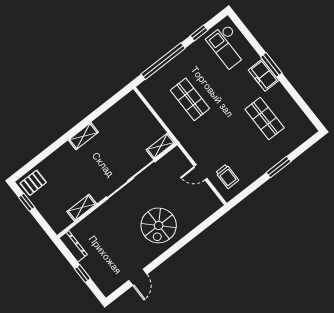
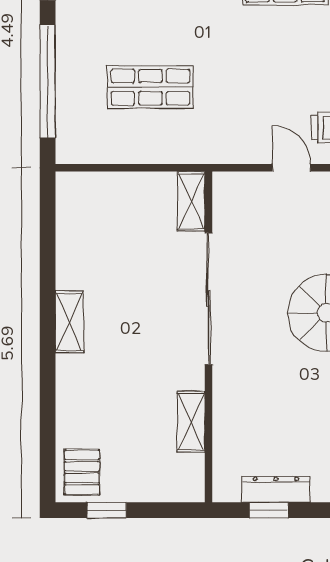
door: (201, 172) -> (291, 168), swing flipped
dresser: (73, 246) -> (276, 489), moved
window: (83, 274) -> (269, 510), moved

